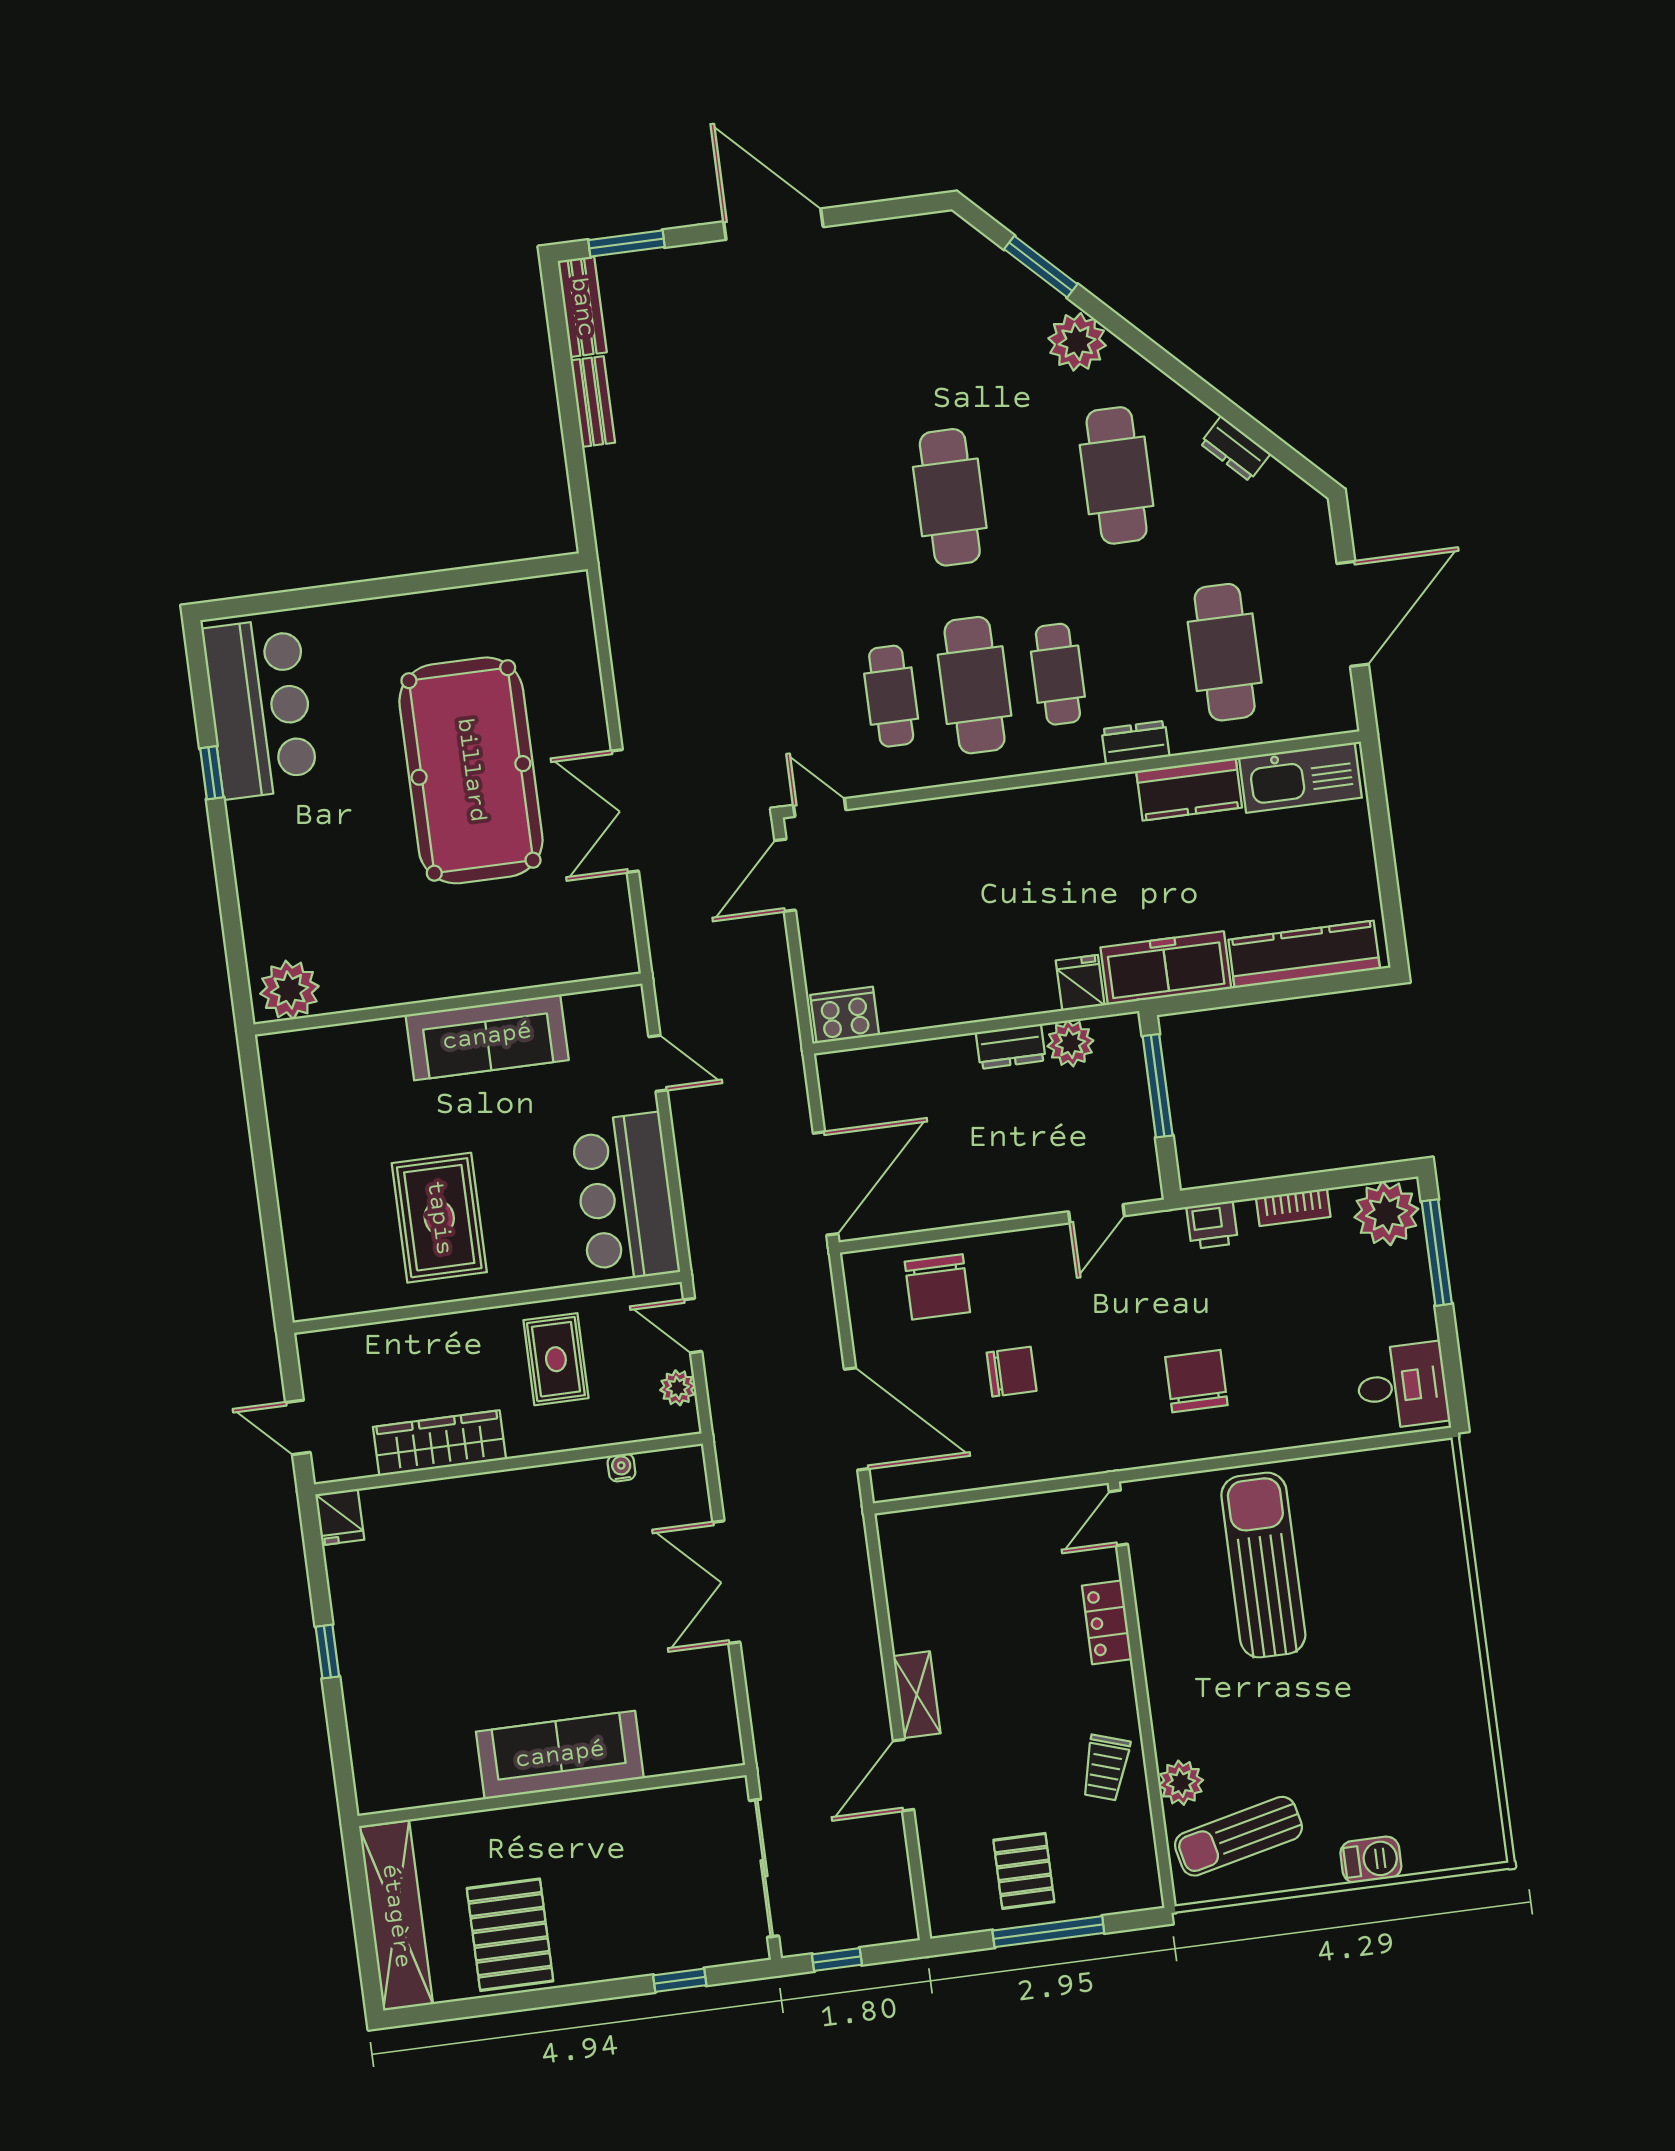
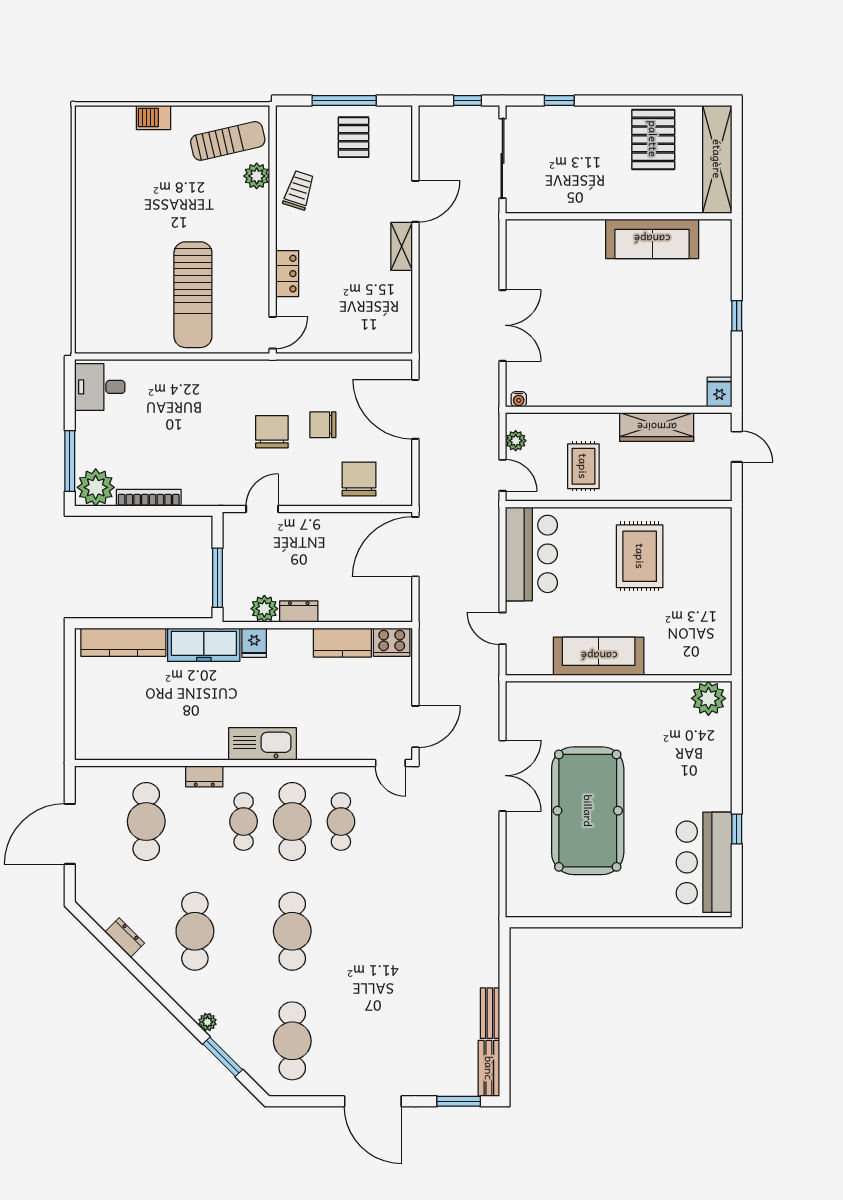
cafe table: (925, 310) -> (292, 1041), added
plant: (1077, 342) -> (207, 1022), width x0.53, depth x0.53
kitchen sink: (1300, 778) -> (263, 744), moved
kitchen counter: (1189, 789) -> (342, 643), moved, turned 180
bookcase: (1293, 1207) -> (149, 498), width x1.56
printer: (1212, 1225) -> (197, 494), removed
chair: (1196, 1381) -> (272, 432), moved, turned 180
water cooler: (621, 1467) -> (519, 399), moved
sofa: (560, 1755) -> (652, 239), moved

